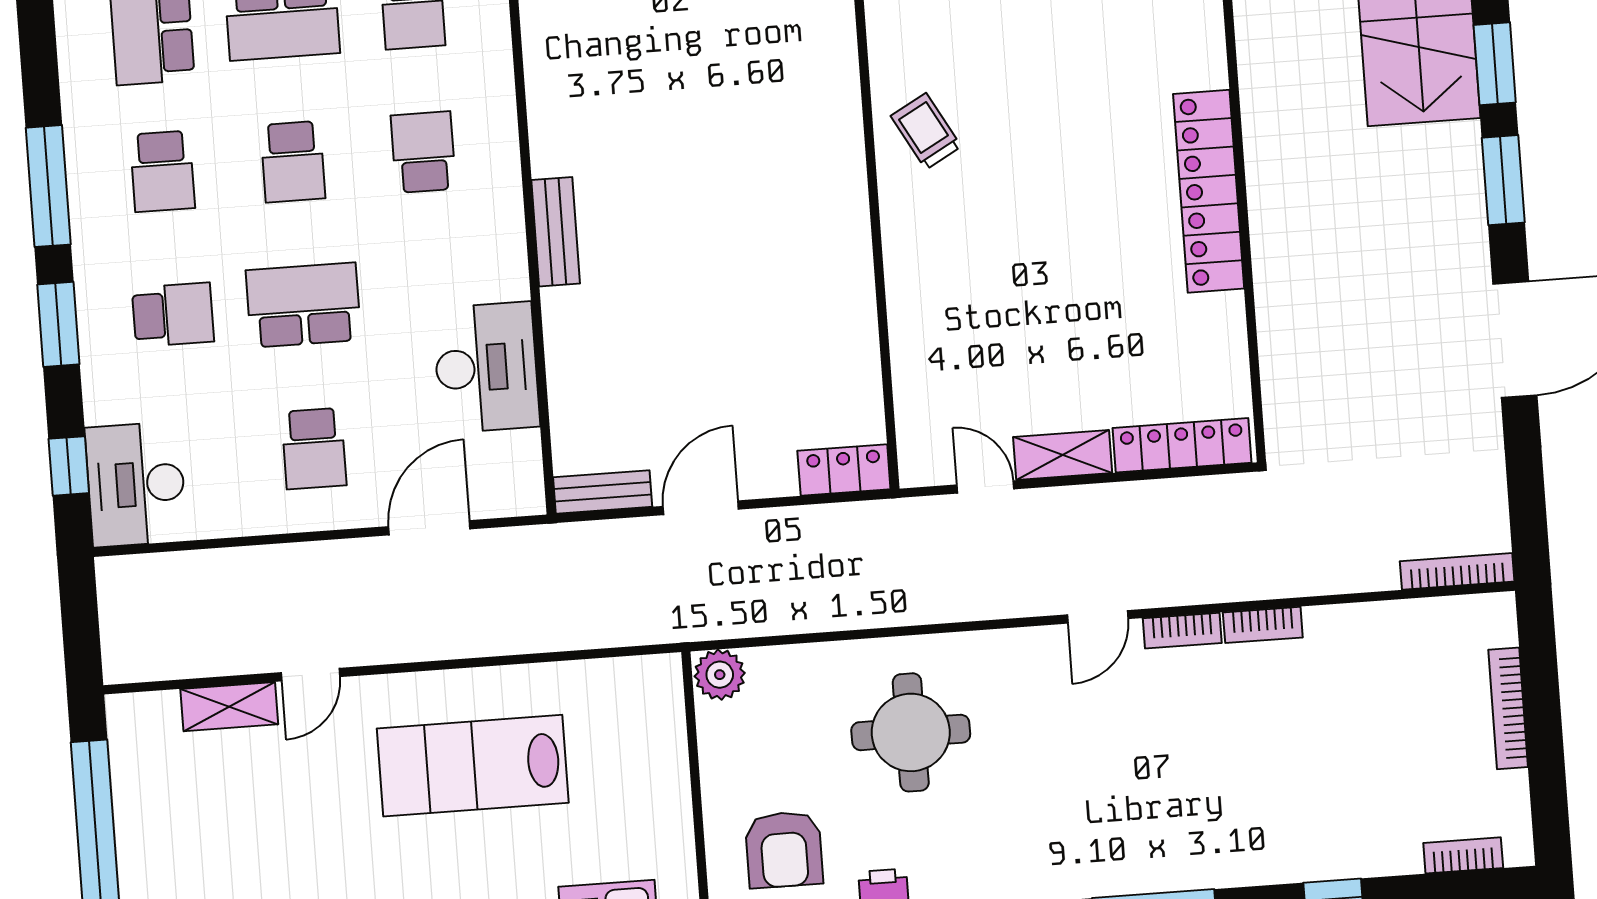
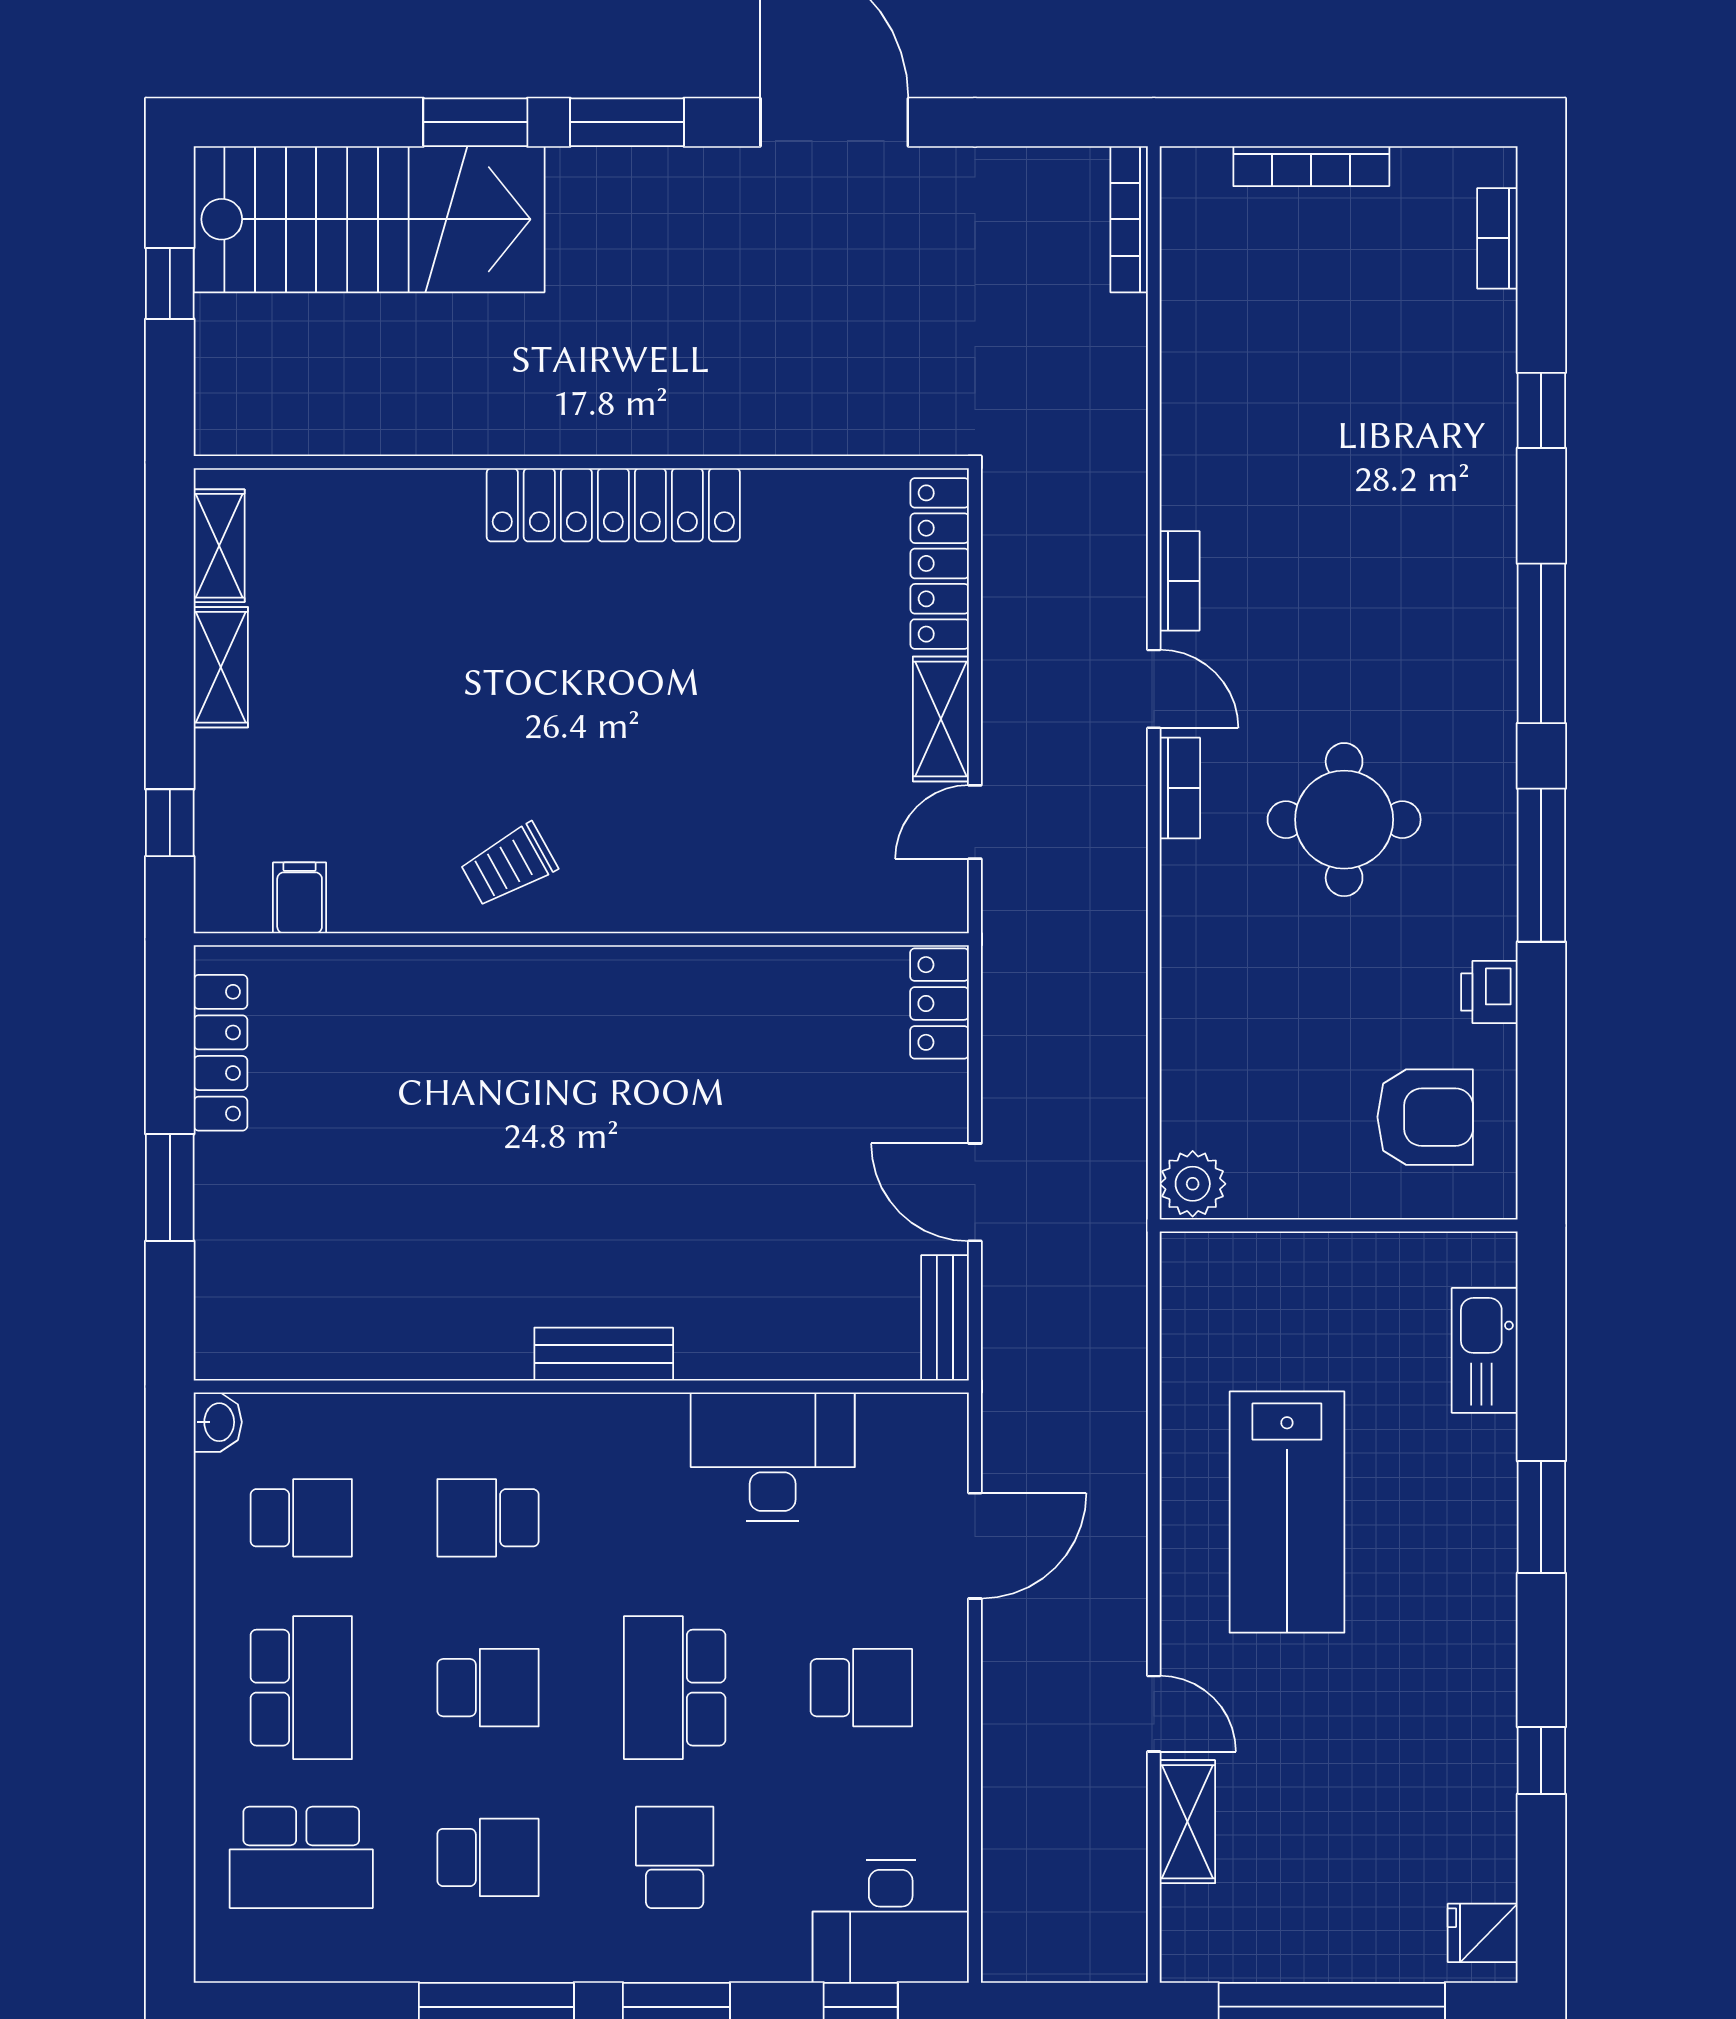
door: (429, 528) -> (975, 1546), swing flipped
bookcase: (1263, 625) -> (1180, 788), moved
round table: (911, 732) -> (1344, 820), moved

